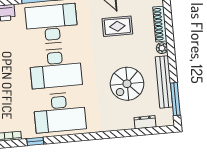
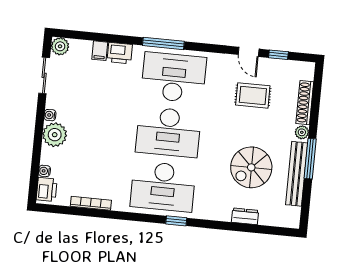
window: (175, 99) -> (310, 159), moved
dresser: (145, 122) -> (245, 216), moved
window: (35, 141) -> (176, 221), moved

